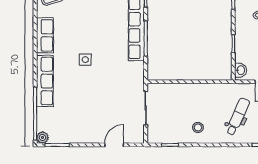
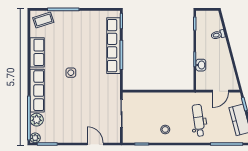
washbasin: (241, 70) -> (201, 65), moved
plant: (44, 116) -> (37, 120), added
dental chair: (238, 117) -> (199, 120), turned -32
door: (114, 145) -> (95, 144), hinge flipped

